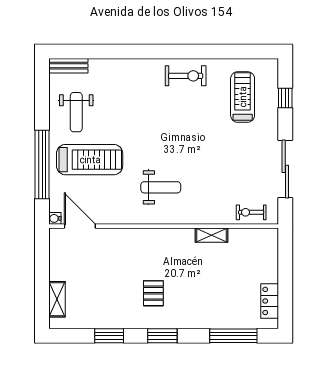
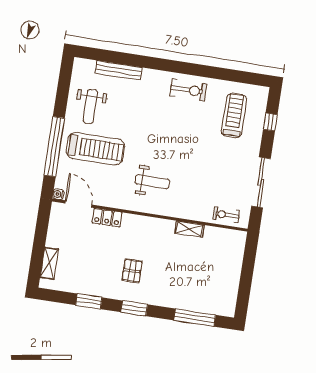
bench: (68, 66) -> (118, 70), moved, width x1.36
locker: (270, 301) -> (107, 218), moved, turned -90

